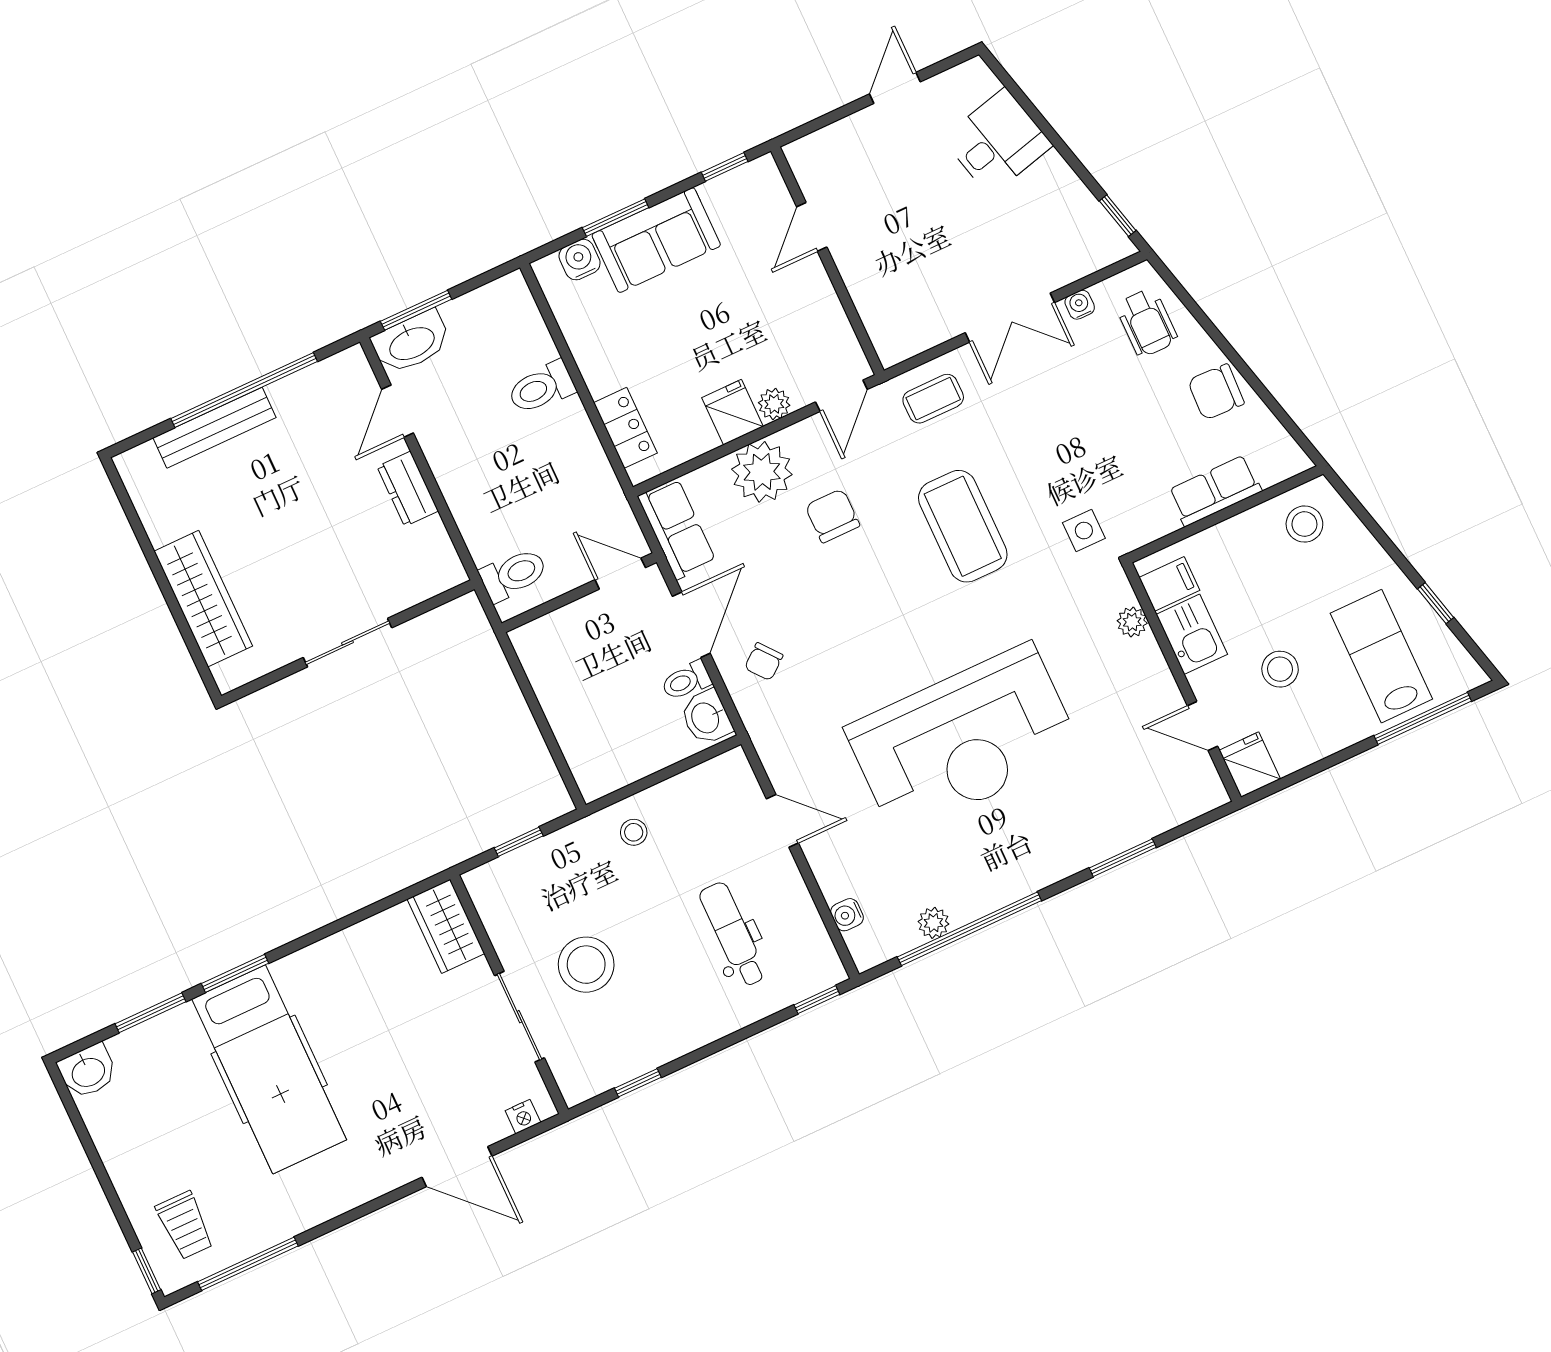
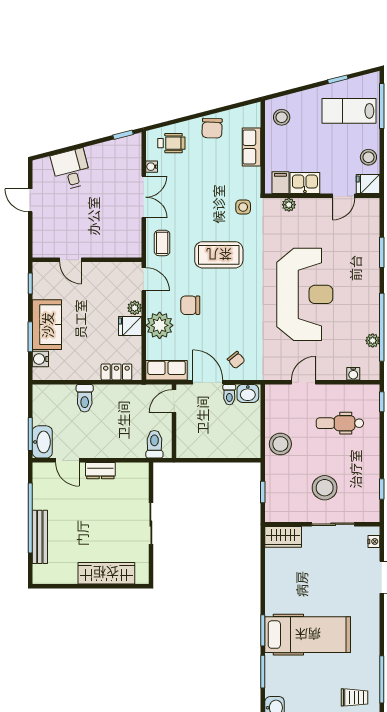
stool: (1280, 669) -> (368, 157), moved
stool: (634, 832) -> (280, 444), width x1.89, depth x1.89

